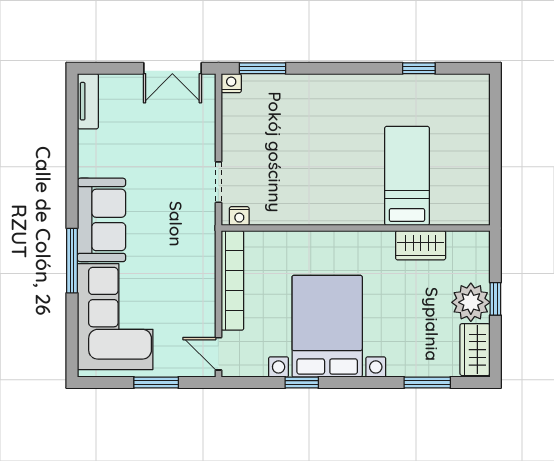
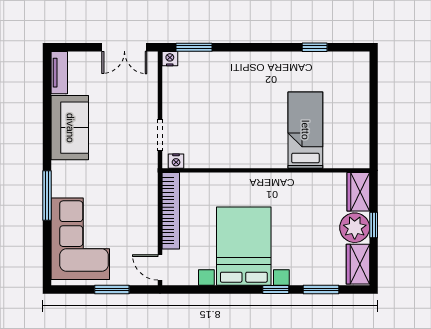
sofa: (101, 220) -> (70, 128), moved
wardrobe: (421, 245) -> (358, 192), moved, turned 90
window: (302, 382) -> (276, 290), moved

